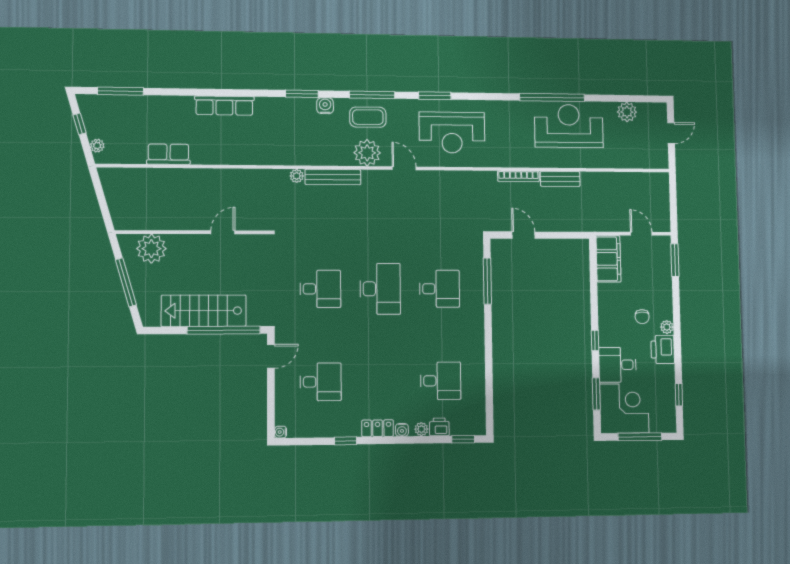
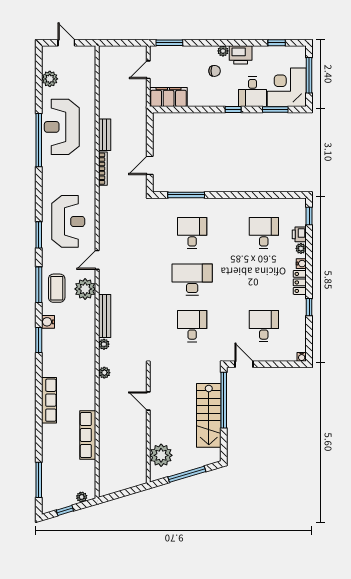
row of seats: (168, 154) -> (88, 435), width x1.48
plant: (260, 176) -> (104, 373), added

